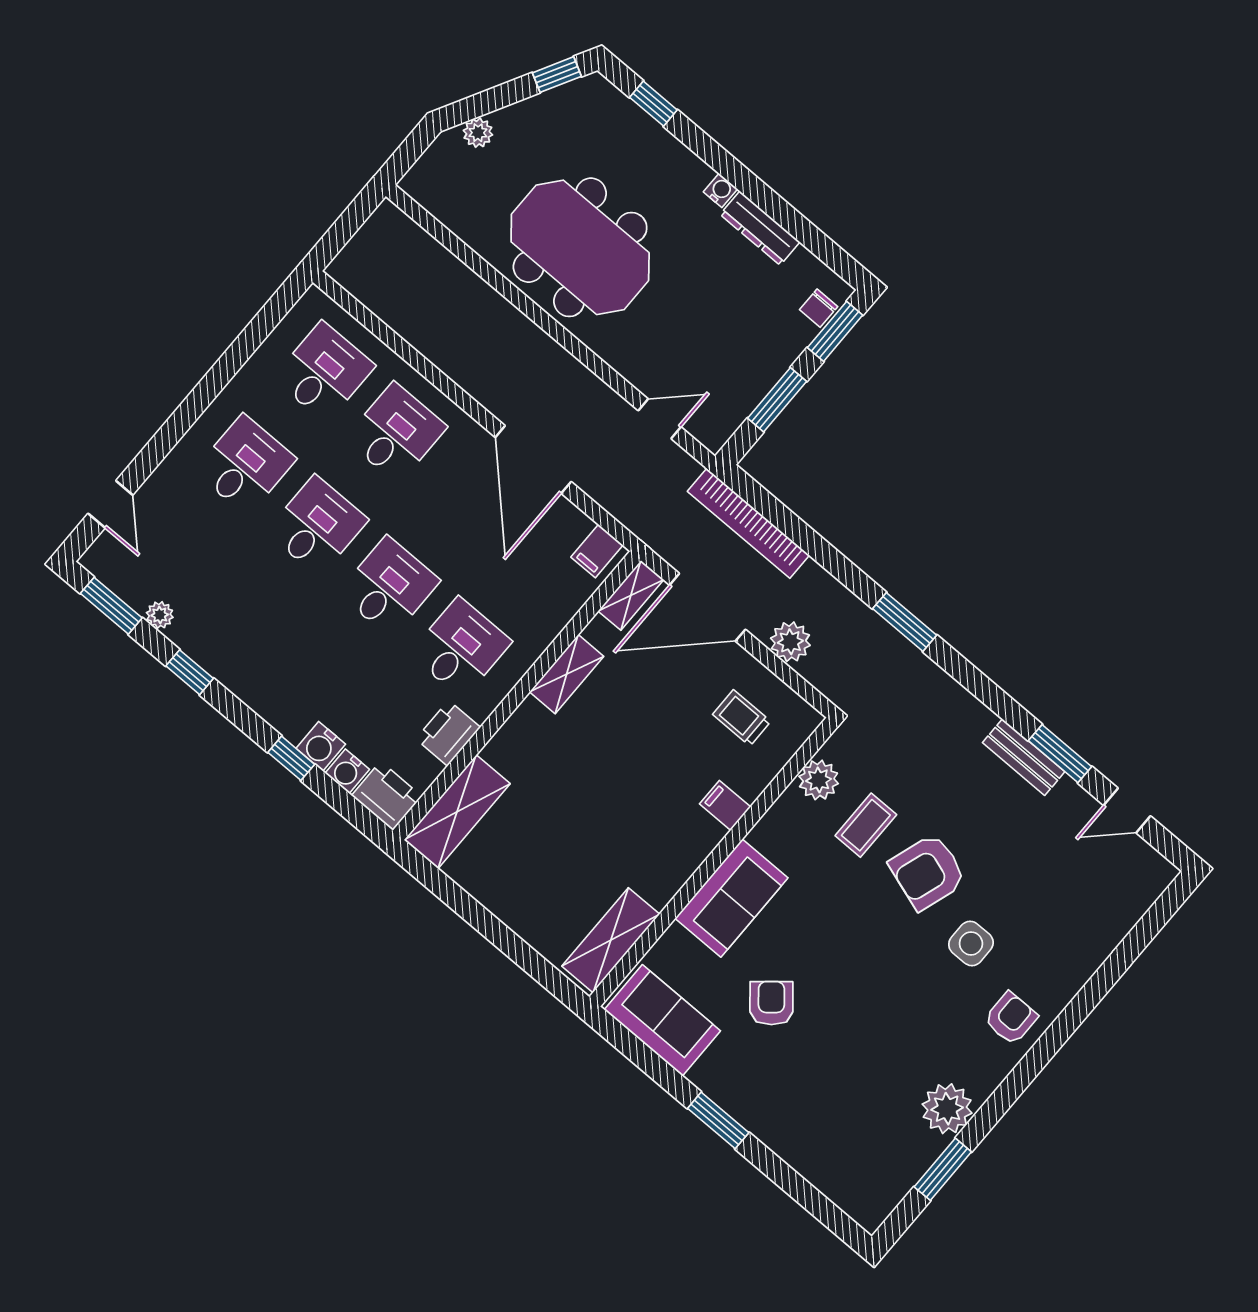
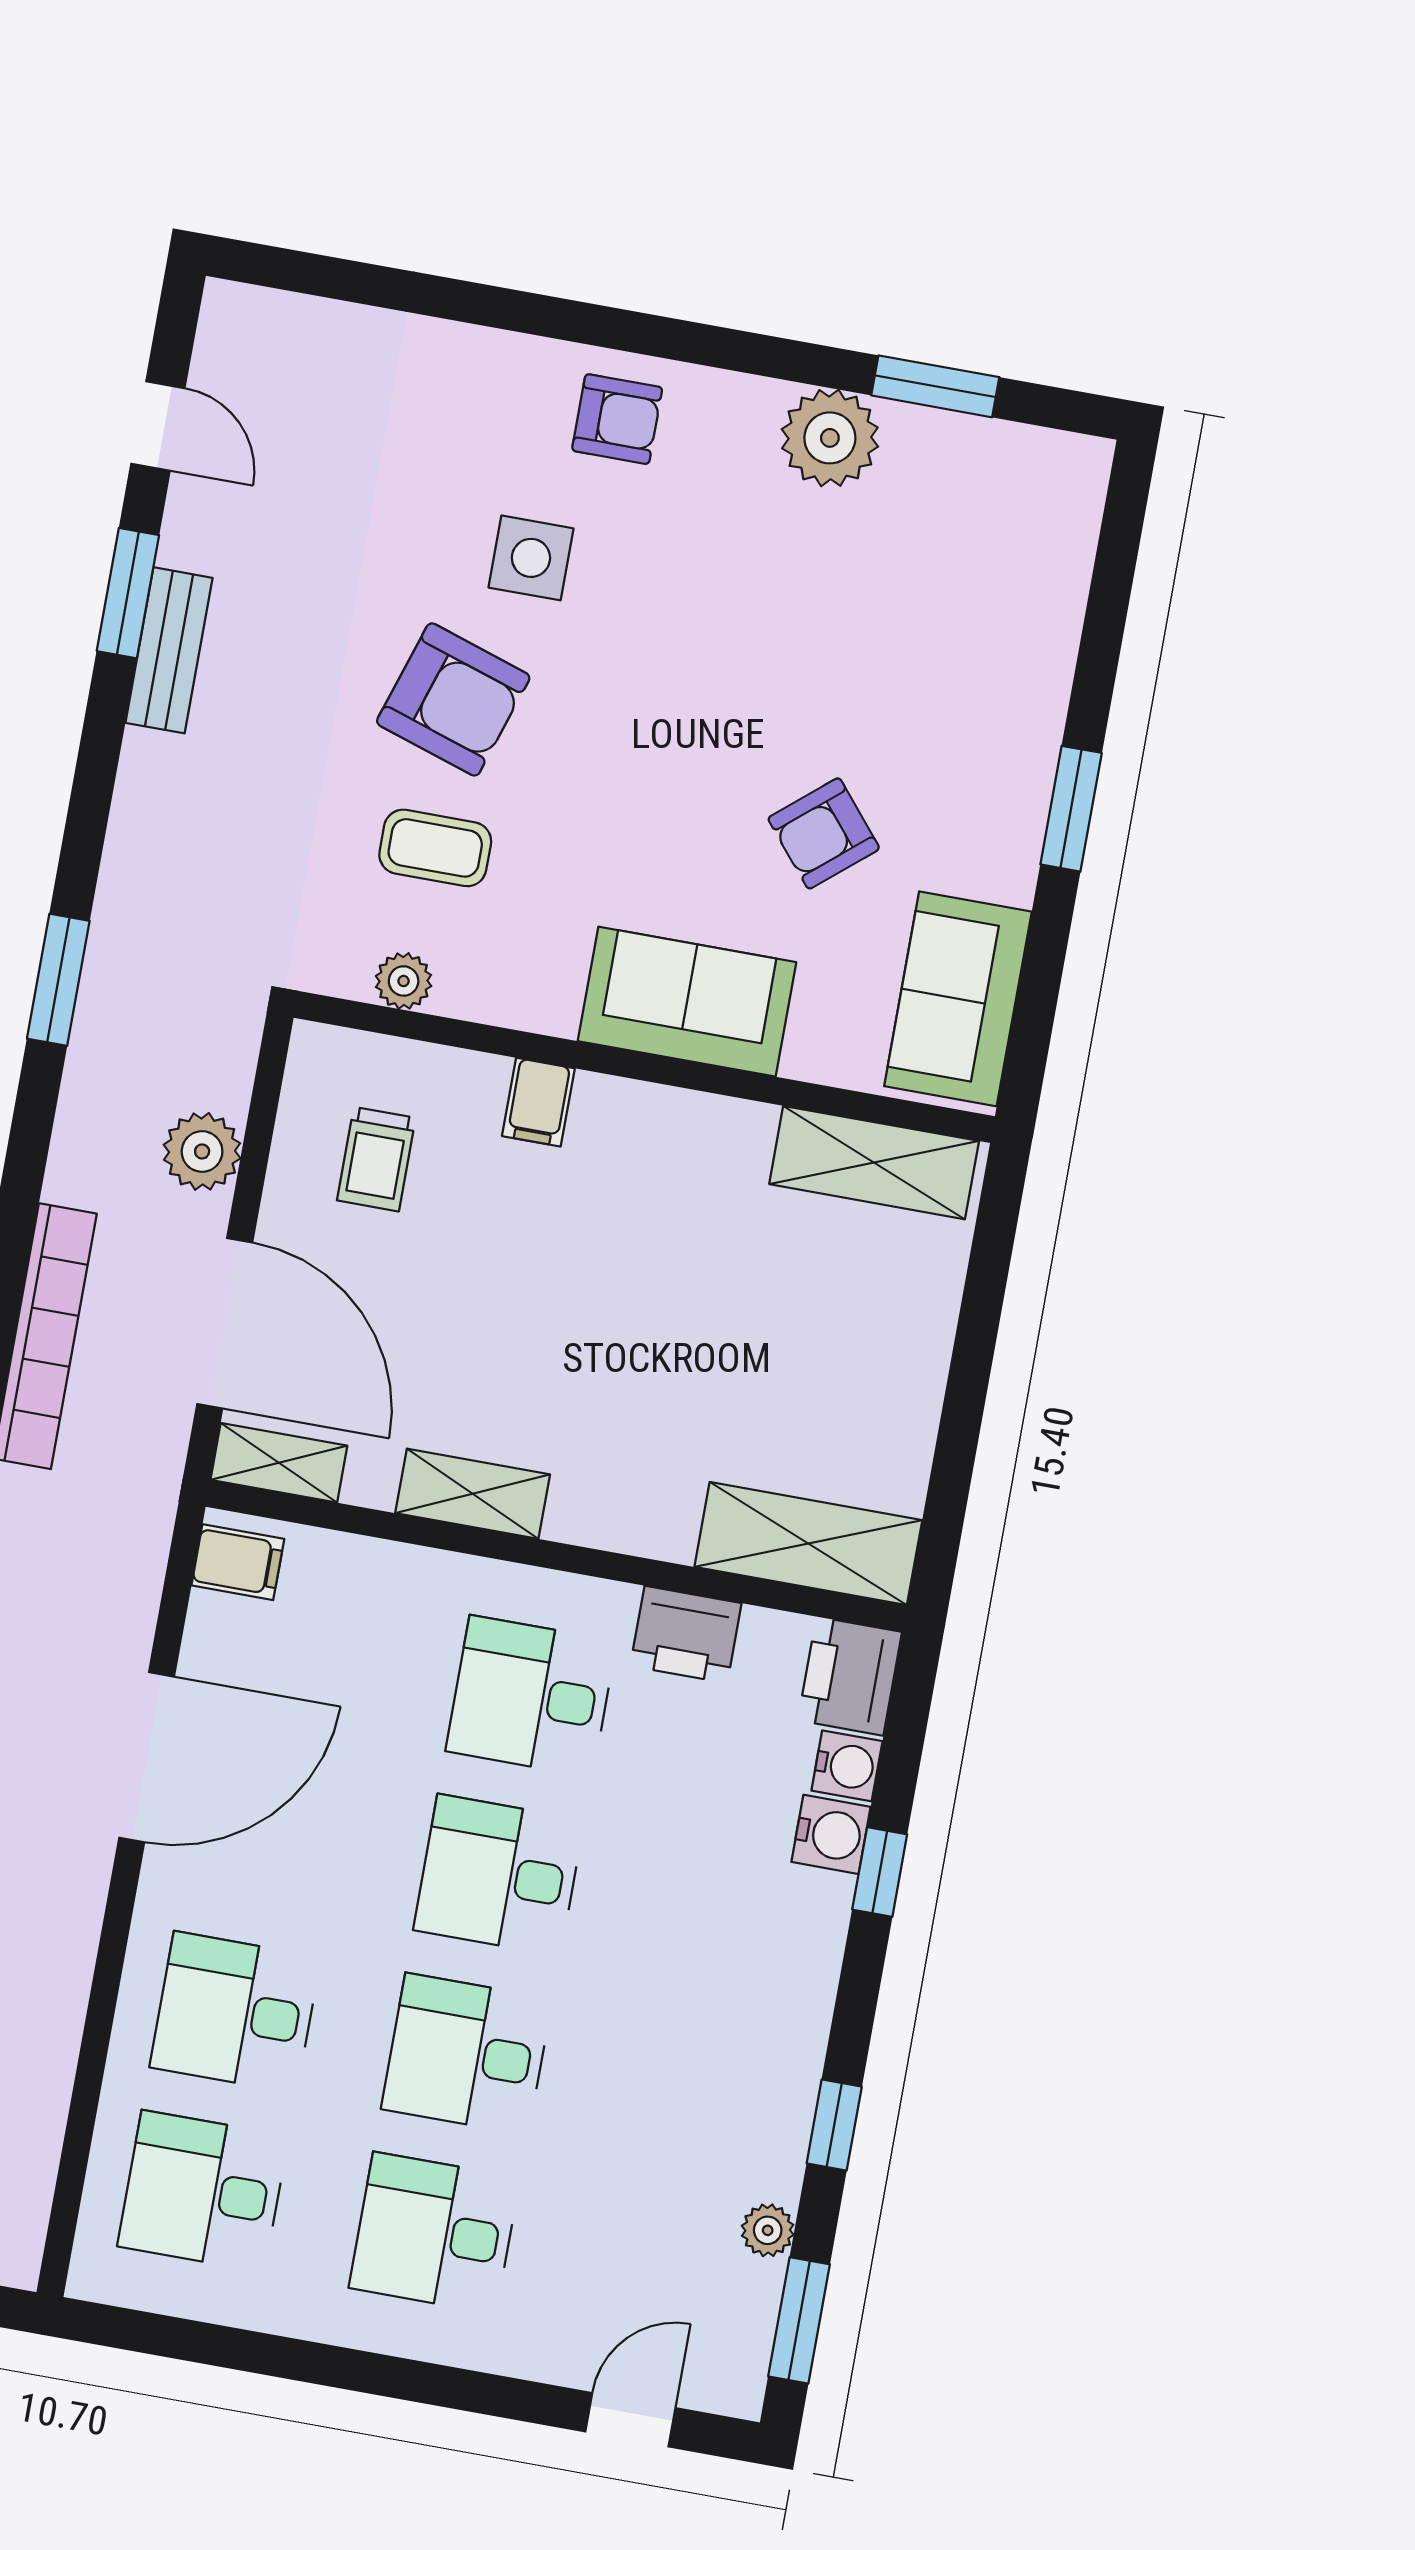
plant: (819, 780) -> (404, 981), width x0.73, depth x0.73
armchair: (1011, 1018) -> (617, 419), turned 180

